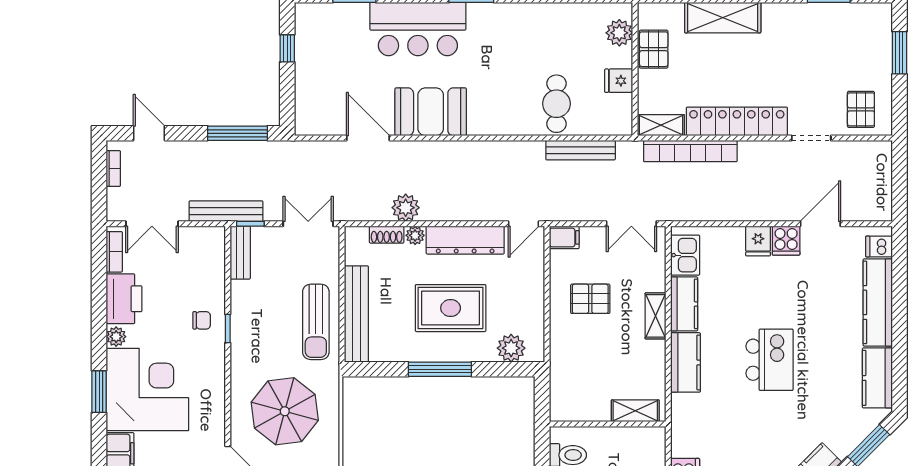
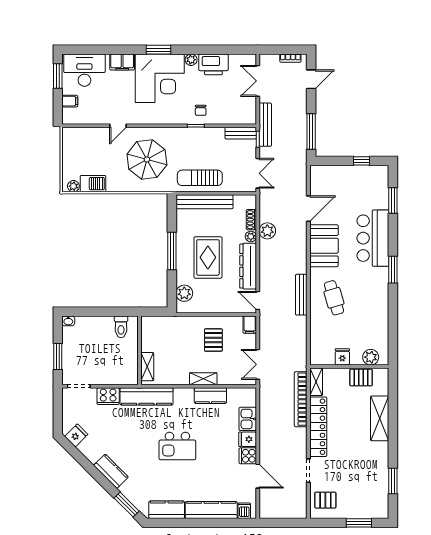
cafe table: (556, 104) -> (334, 298), moved, turned 74
bench: (581, 150) -> (301, 295), moved
bookcase: (114, 252) -> (241, 59), removed
kitchen sink: (685, 255) -> (248, 419), moved, turned 90
kitchen counter: (686, 362) -> (147, 396), moved, width x1.50

